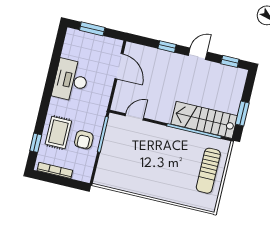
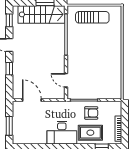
door: (119, 66) -> (32, 100), hinge flipped
desk: (71, 80) -> (62, 133), moved
stairs: (204, 120) -> (42, 14), moved, turned -90

